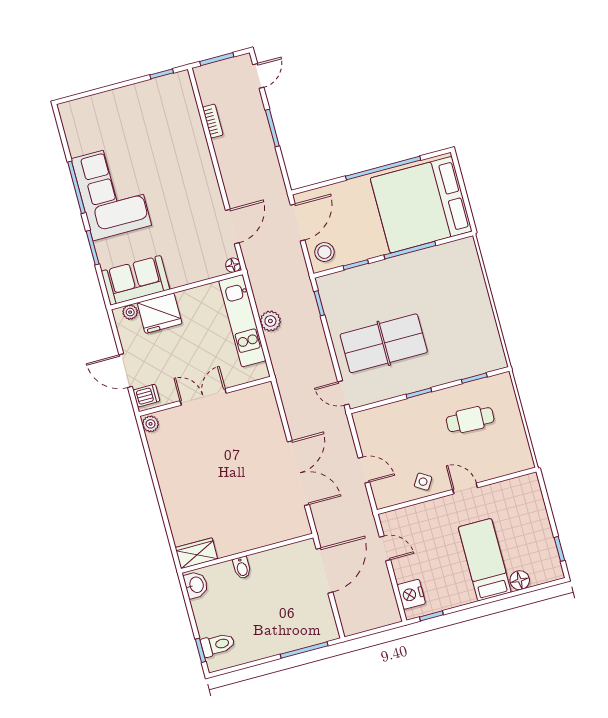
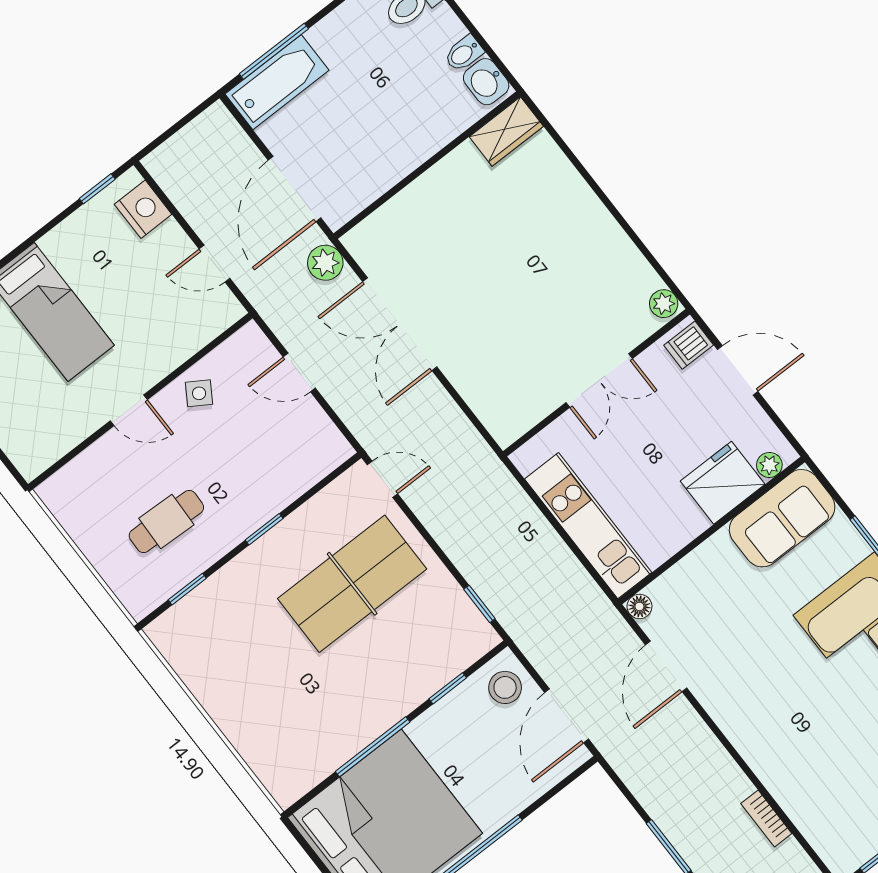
plant: (270, 321) -> (325, 263), moved
bidet: (242, 568) -> (464, 53), moved, turned -90
bathtub: (309, 633) -> (277, 82), added

